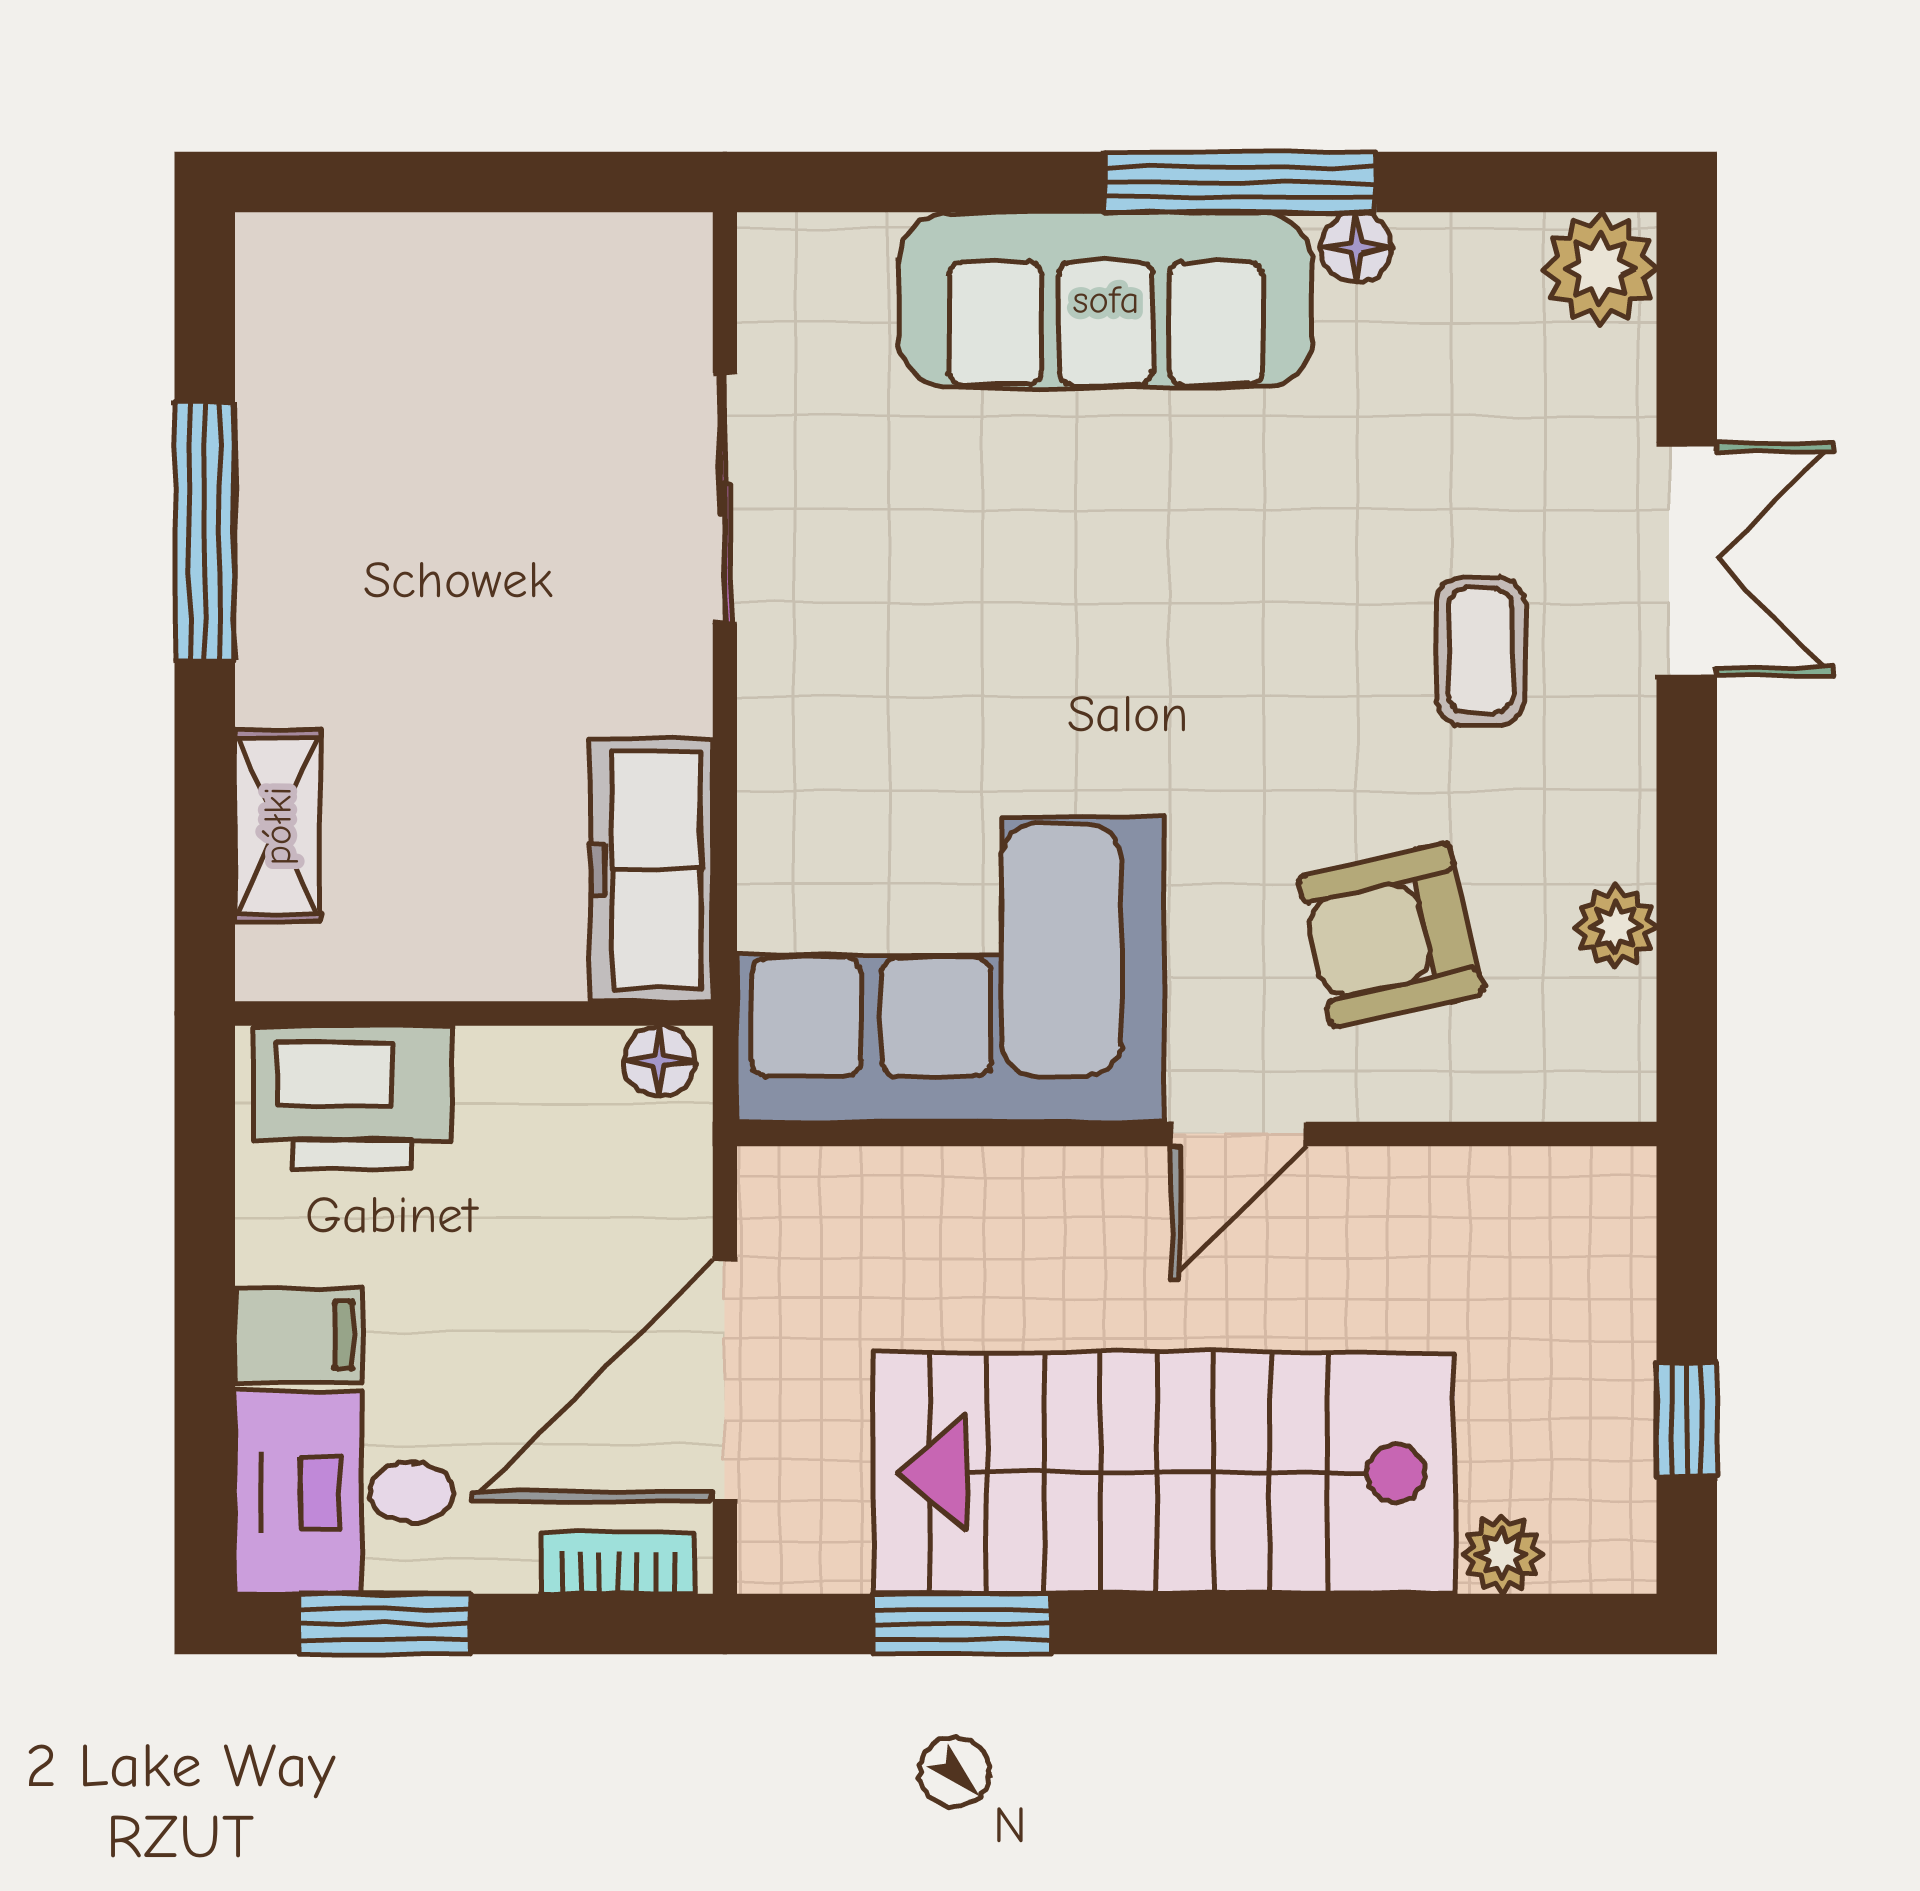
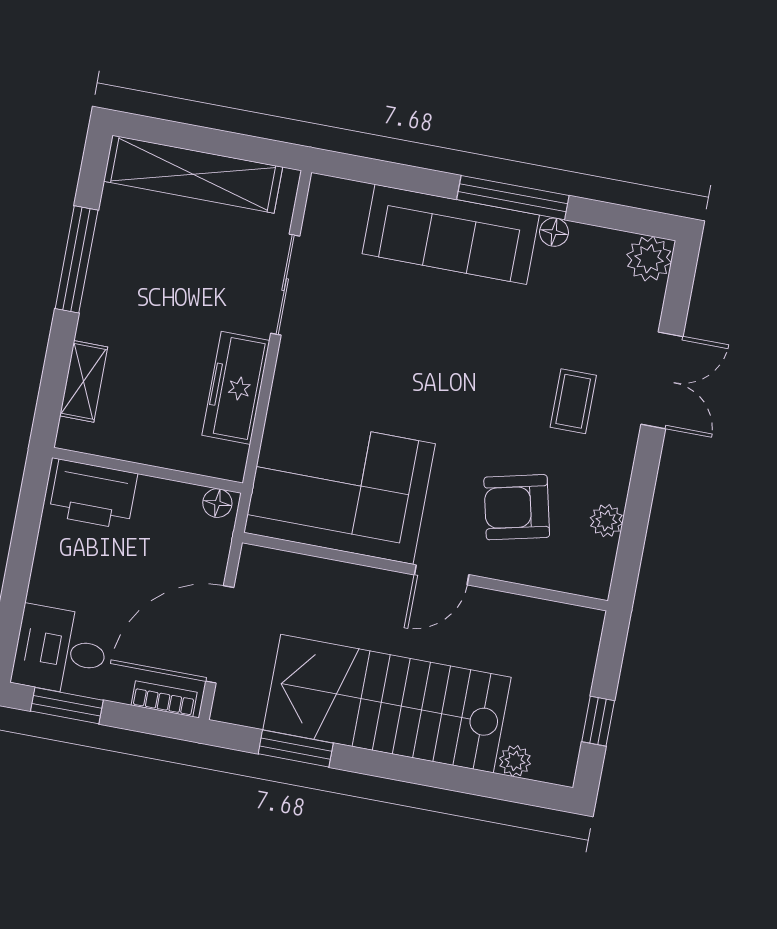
shelving: (450, 271) -> (193, 174), added
freezer: (652, 870) -> (236, 388), moved
filing cabinet: (299, 1335) -> (54, 585), removed

